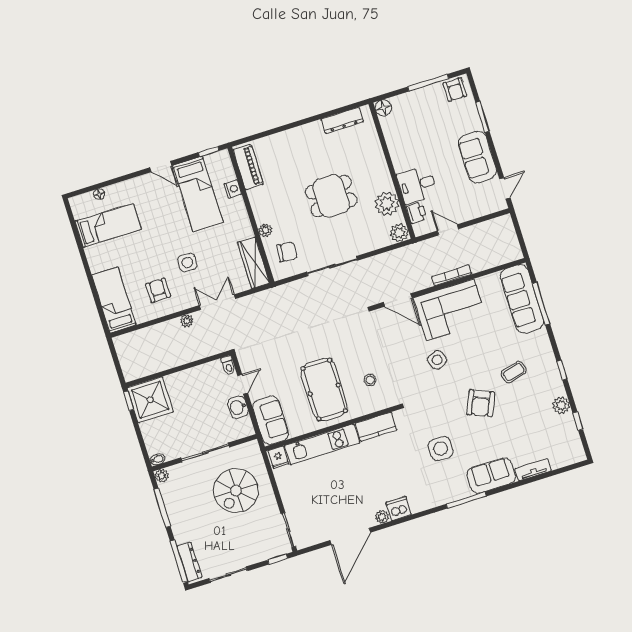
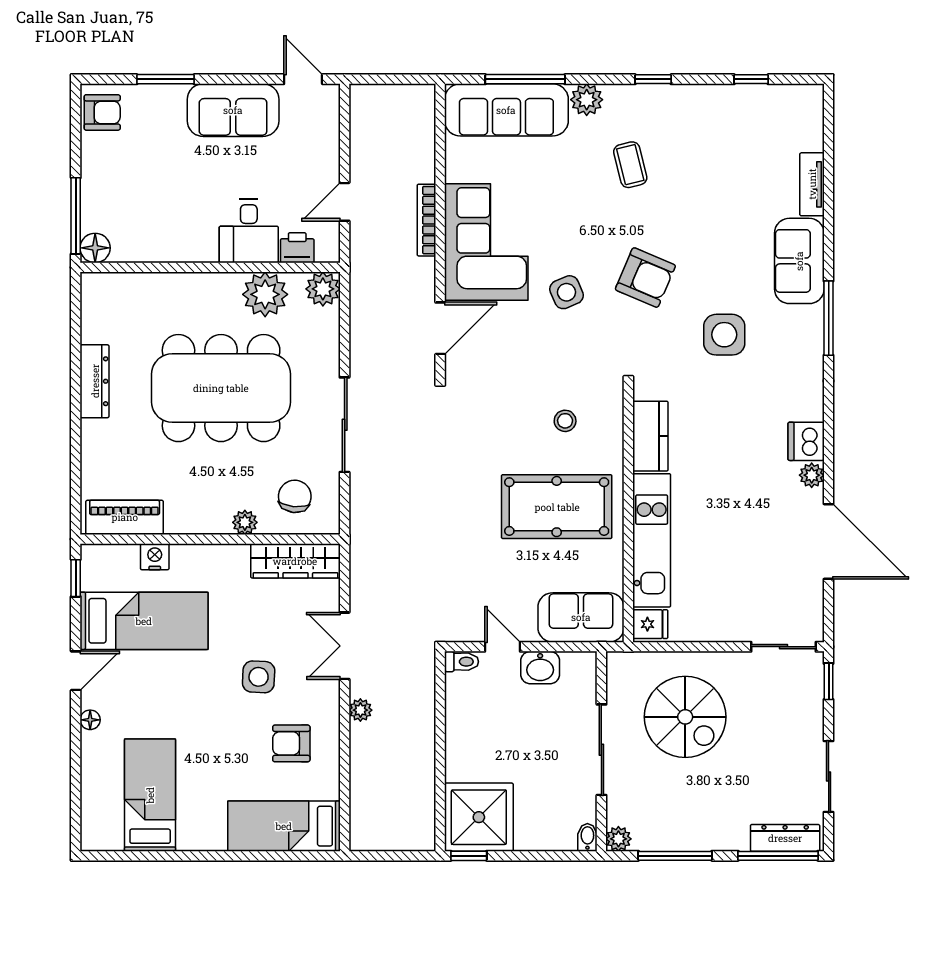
window: (428, 83) -> (76, 216), moved
dresser: (342, 120) -> (95, 381), moved
floor lamp: (99, 194) -> (90, 720), moved
dining table: (331, 196) -> (221, 388), width x1.88, depth x1.24
armchair: (481, 403) -> (645, 278), moved
plant: (561, 405) -> (587, 100), moved

